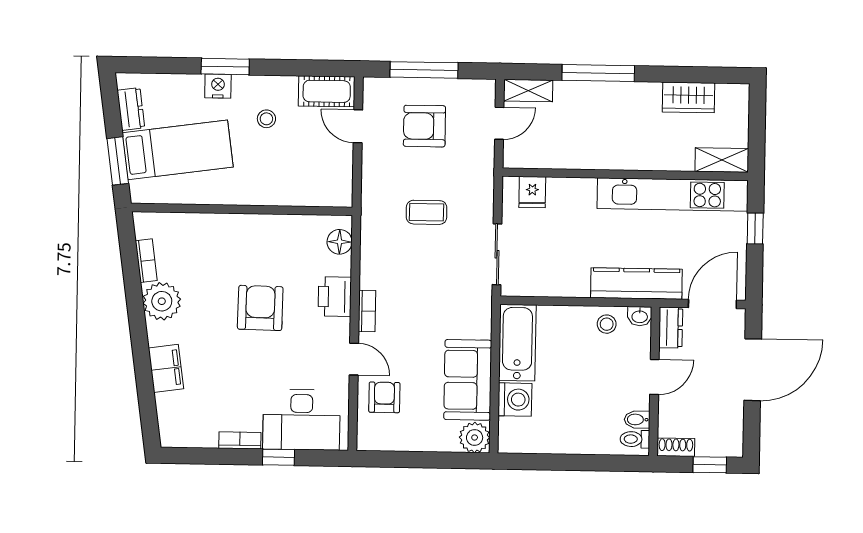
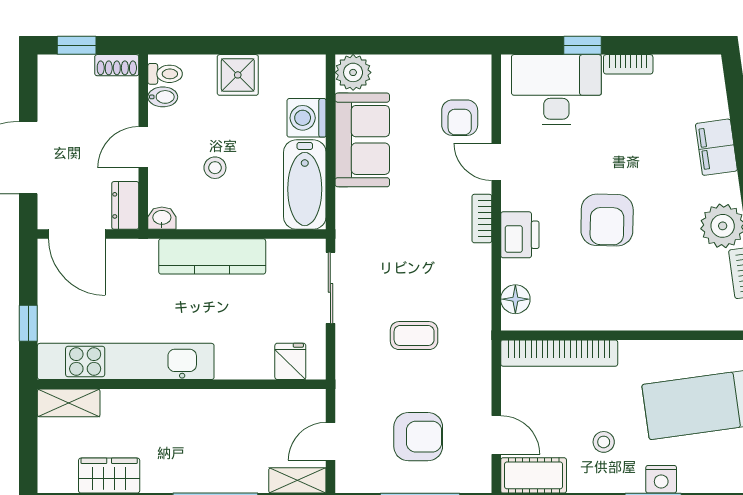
bookcase: (303, 195) -> (559, 353), added
kitchen counter: (636, 284) -> (212, 256), moved
door: (712, 304) -> (77, 234), hinge flipped
stool: (607, 324) -> (215, 168), moved
shower: (573, 437) -> (238, 75), added

